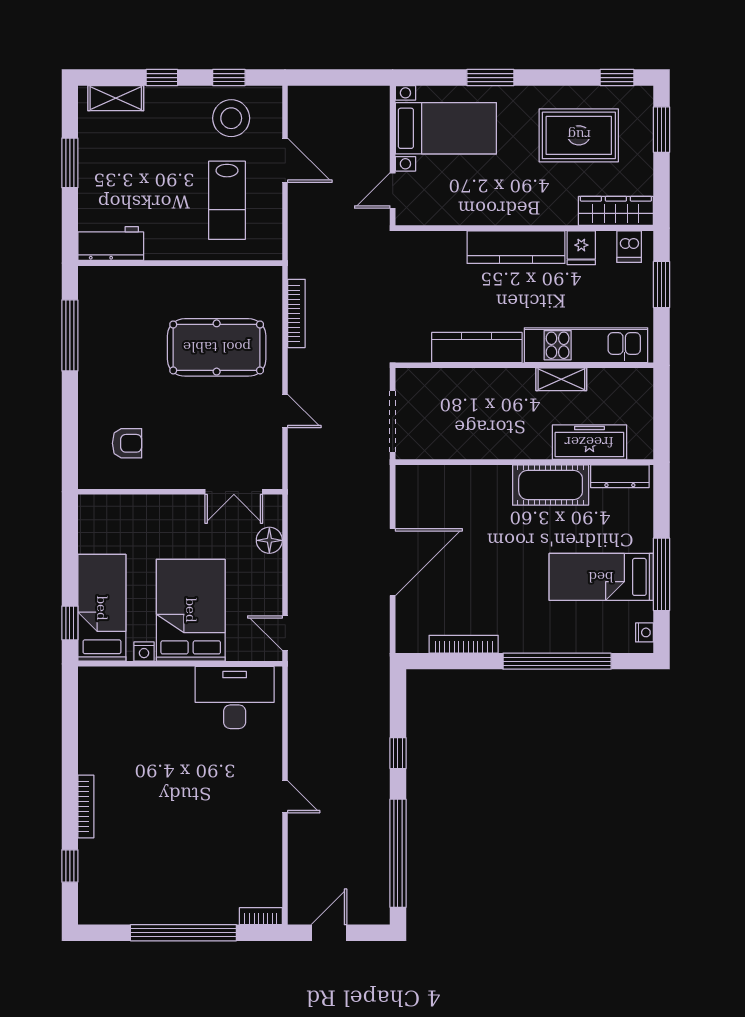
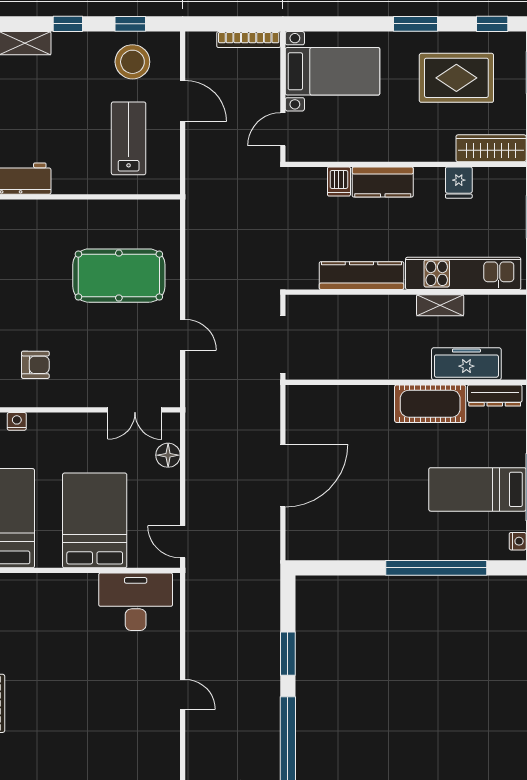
window: (490, 78) -> (415, 24), moved
lab bench: (227, 200) -> (129, 138), turned 180
kitchen counter: (516, 247) -> (383, 182), width x0.67
dishwasher: (629, 247) -> (339, 182), moved
bookcase: (296, 313) -> (249, 40), moved, turned 90
bookcase: (464, 644) -> (349, 552), removed
nightstand: (144, 652) -> (17, 421), moved, turned 180
window: (398, 753) -> (288, 654), width x1.50

